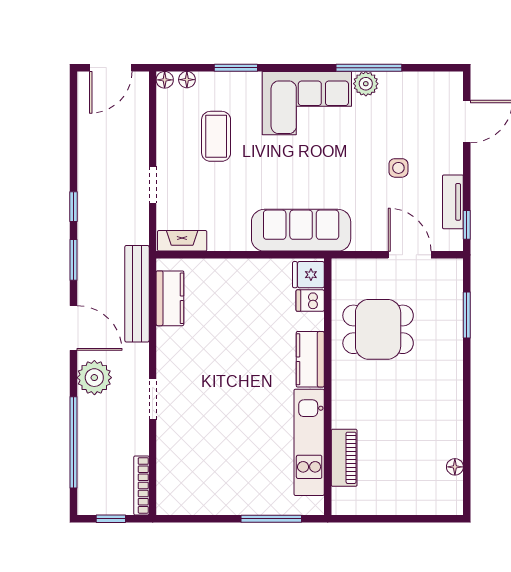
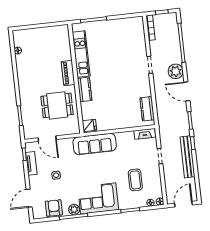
armchair: (412, 92) -> (54, 208), added
bench: (137, 294) -> (187, 157), moved
dishwasher: (310, 301) -> (87, 114), removed
piano: (344, 458) -> (68, 73), moved

